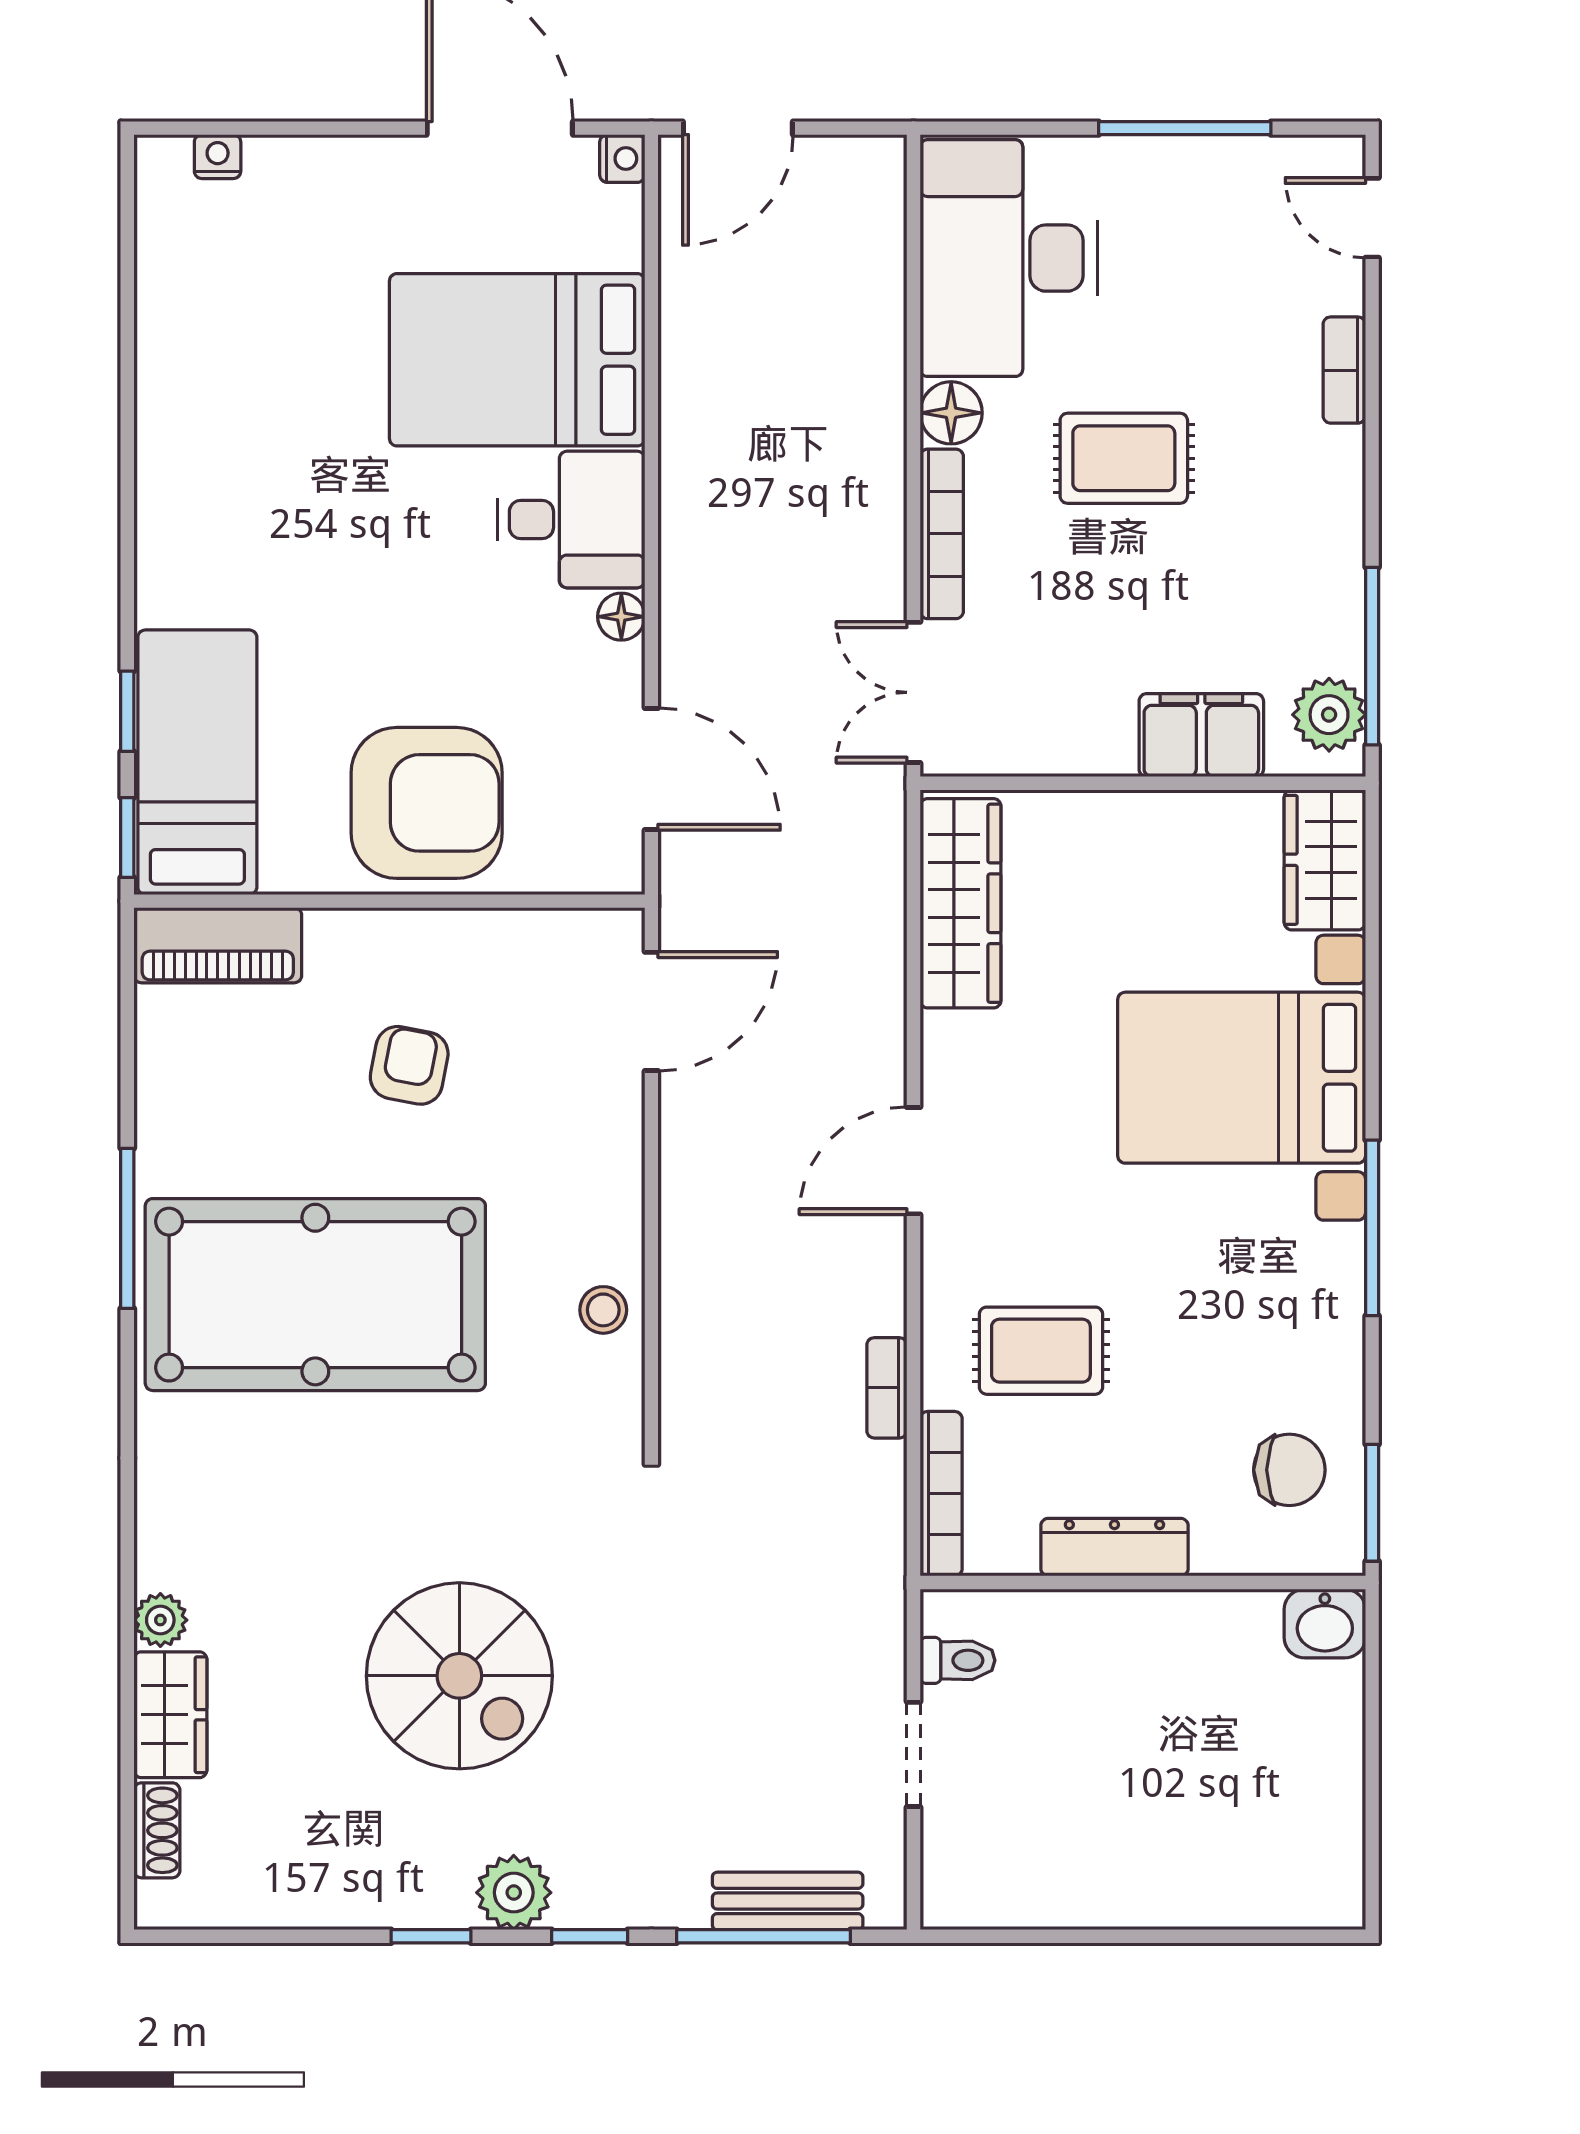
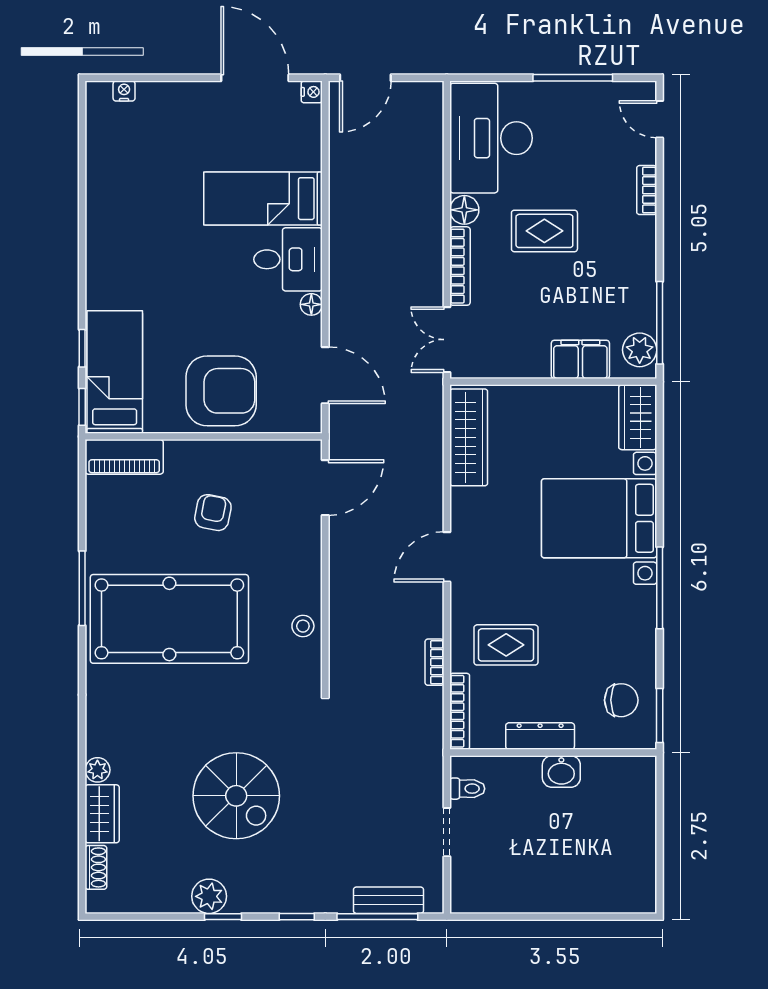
bed: (517, 360) -> (263, 199), width x0.67
washbasin: (1325, 1623) -> (561, 771), moved
plant: (514, 1893) -> (209, 896), moved

